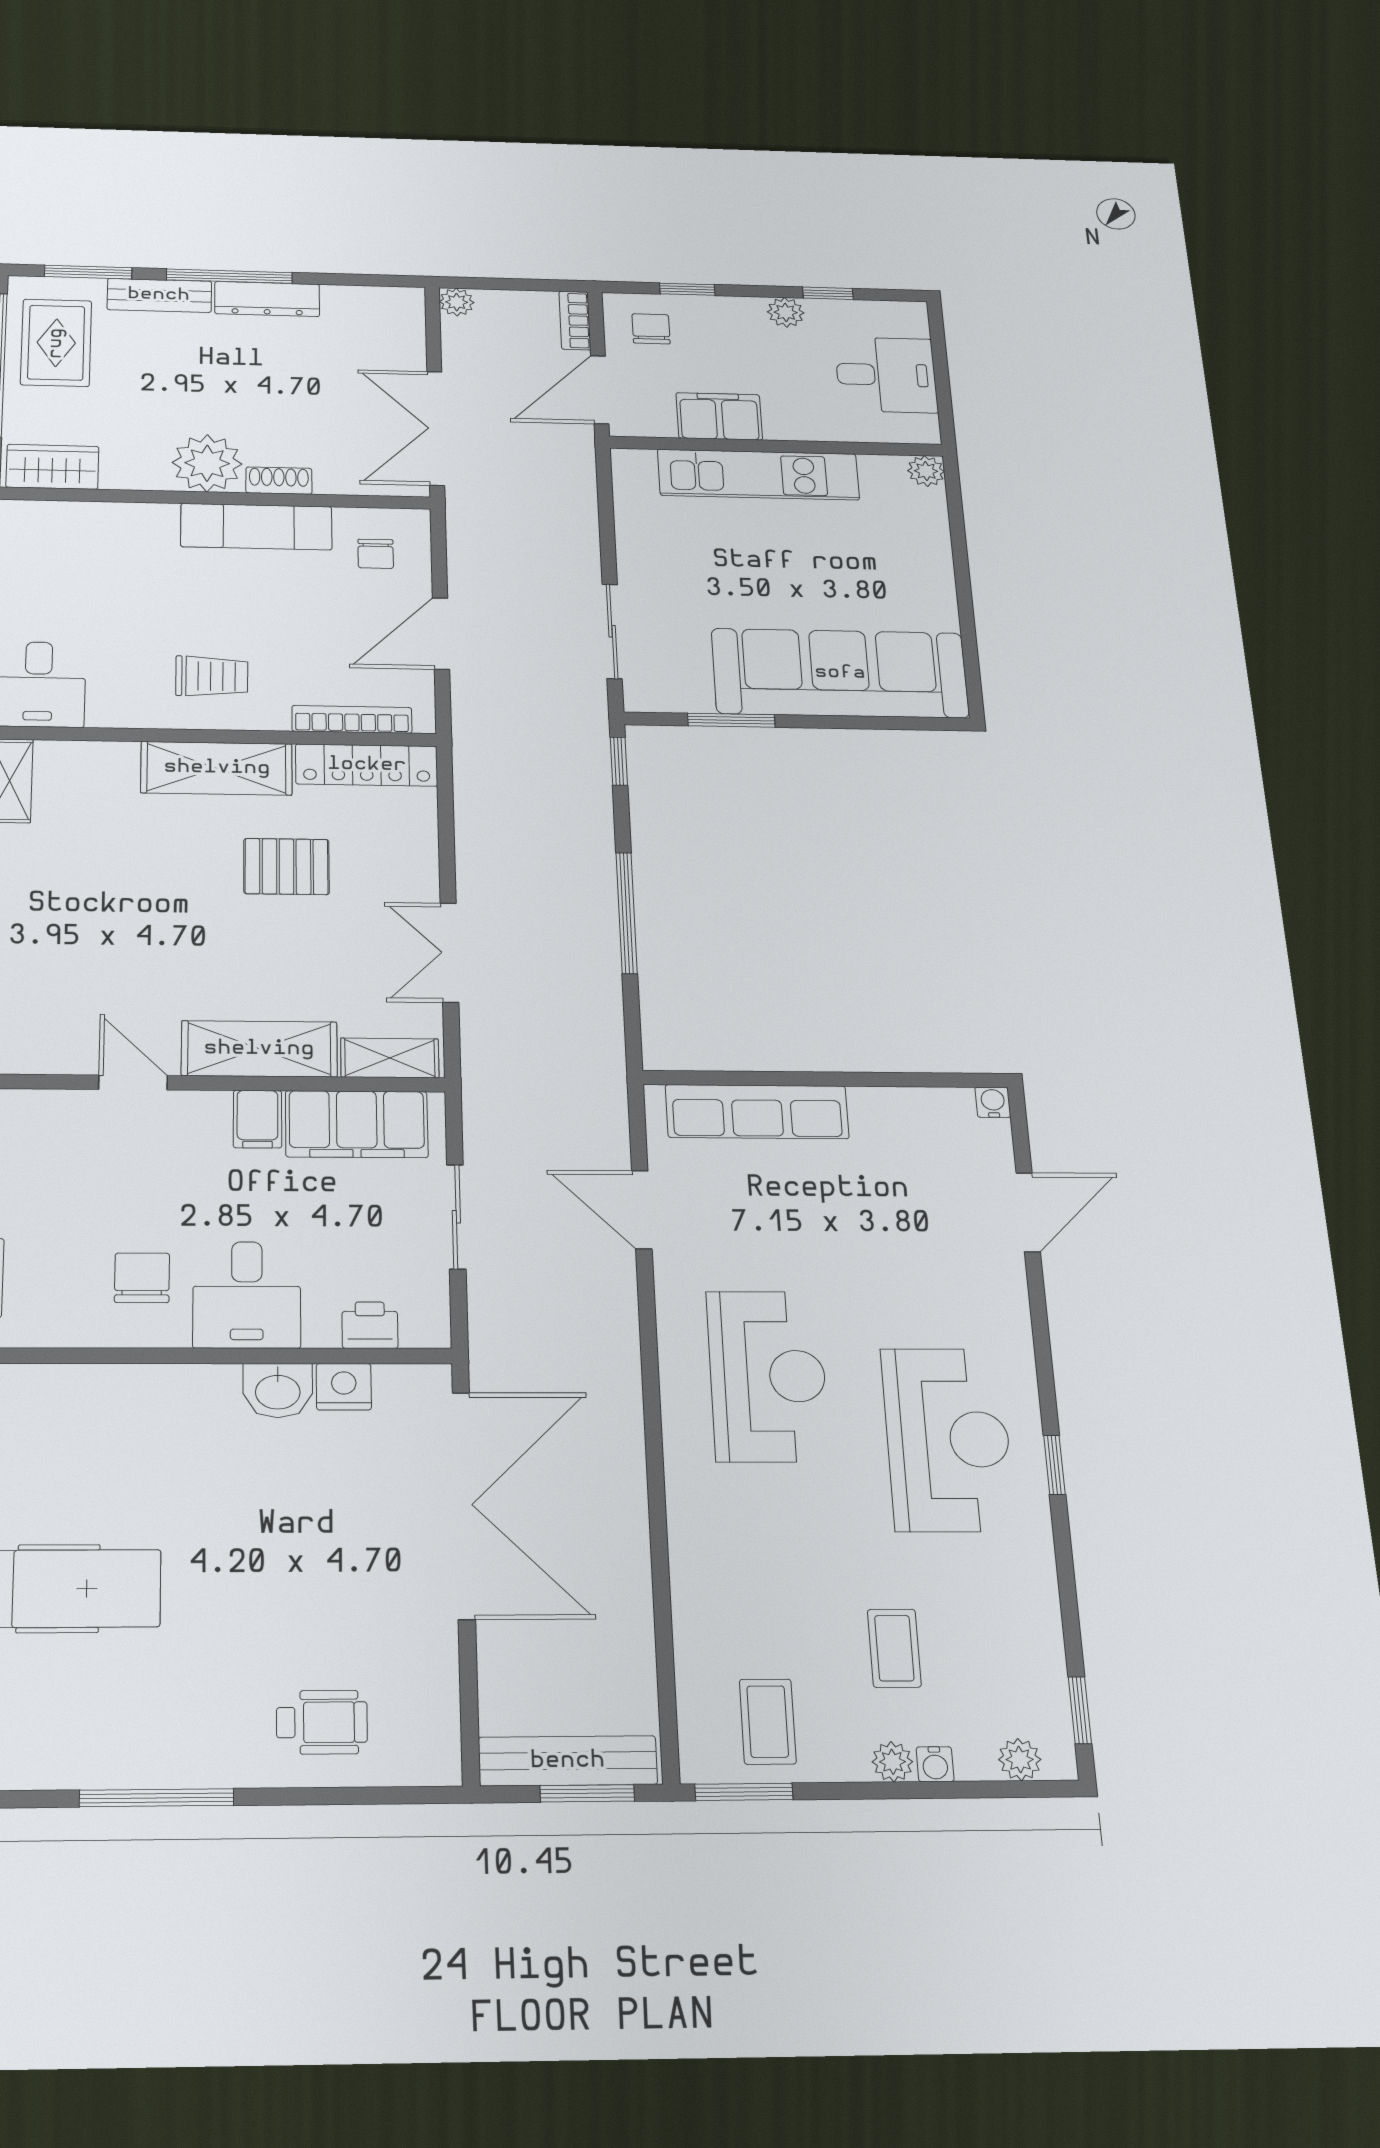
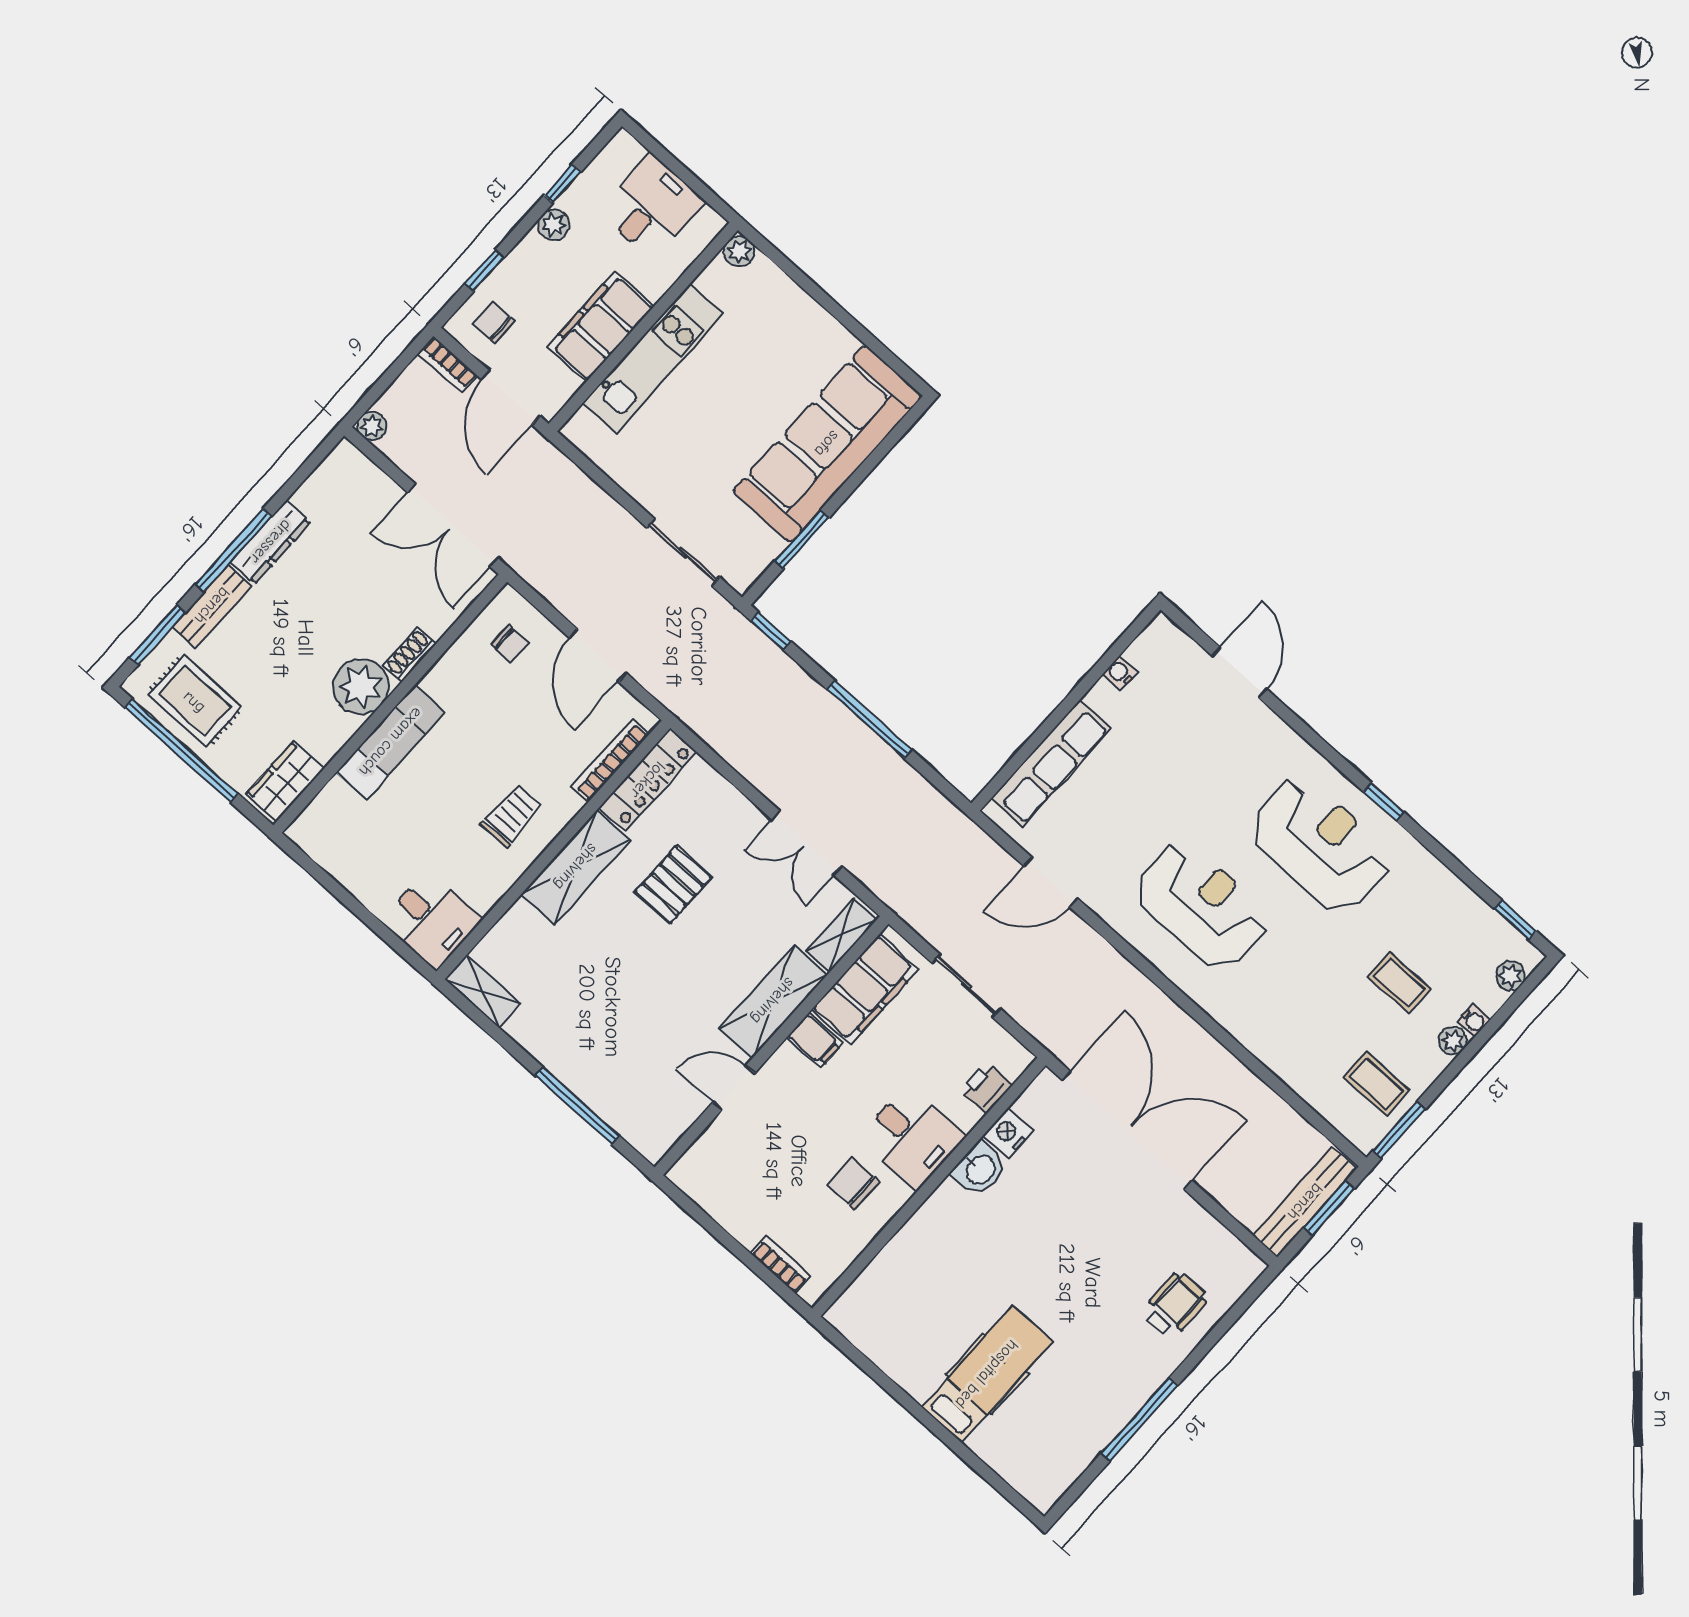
filing cabinet: (719, 416) -> (601, 327), width x1.50, depth x1.17
exam couch: (256, 527) -> (391, 742), moved
water cooler: (993, 1102) -> (1120, 673), moved

